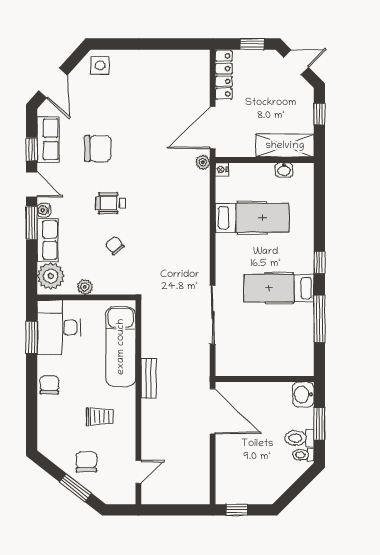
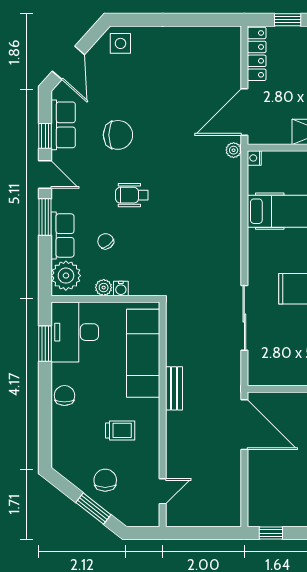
water cooler: (44, 210) -> (121, 289), moved, turned -90
chair: (115, 246) -> (106, 241), moved

